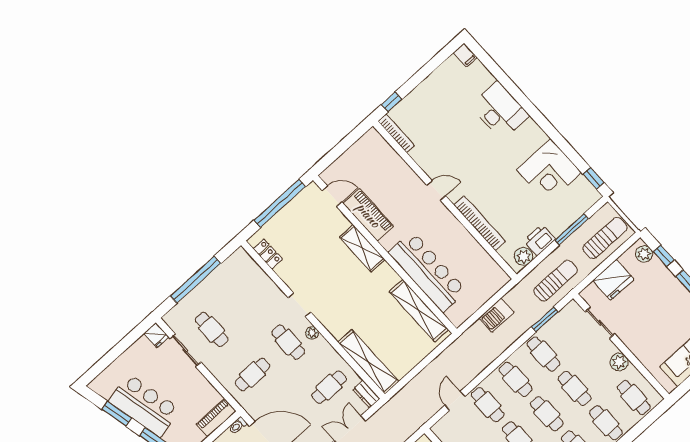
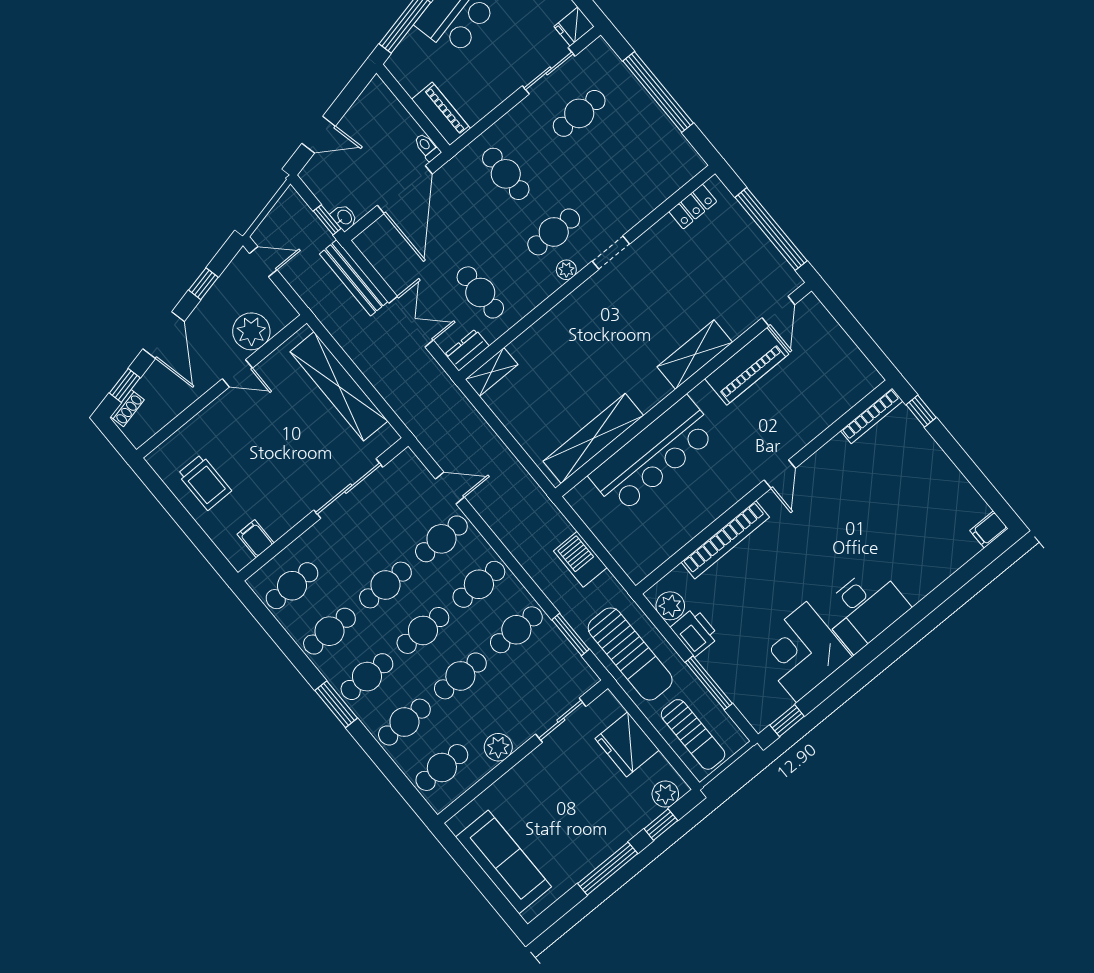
desk: (500, 111) -> (864, 609), moved
sun lounger: (555, 281) -> (630, 654), width x1.36, depth x1.34
shelving: (368, 362) -> (492, 372), width x0.45, depth x0.75

